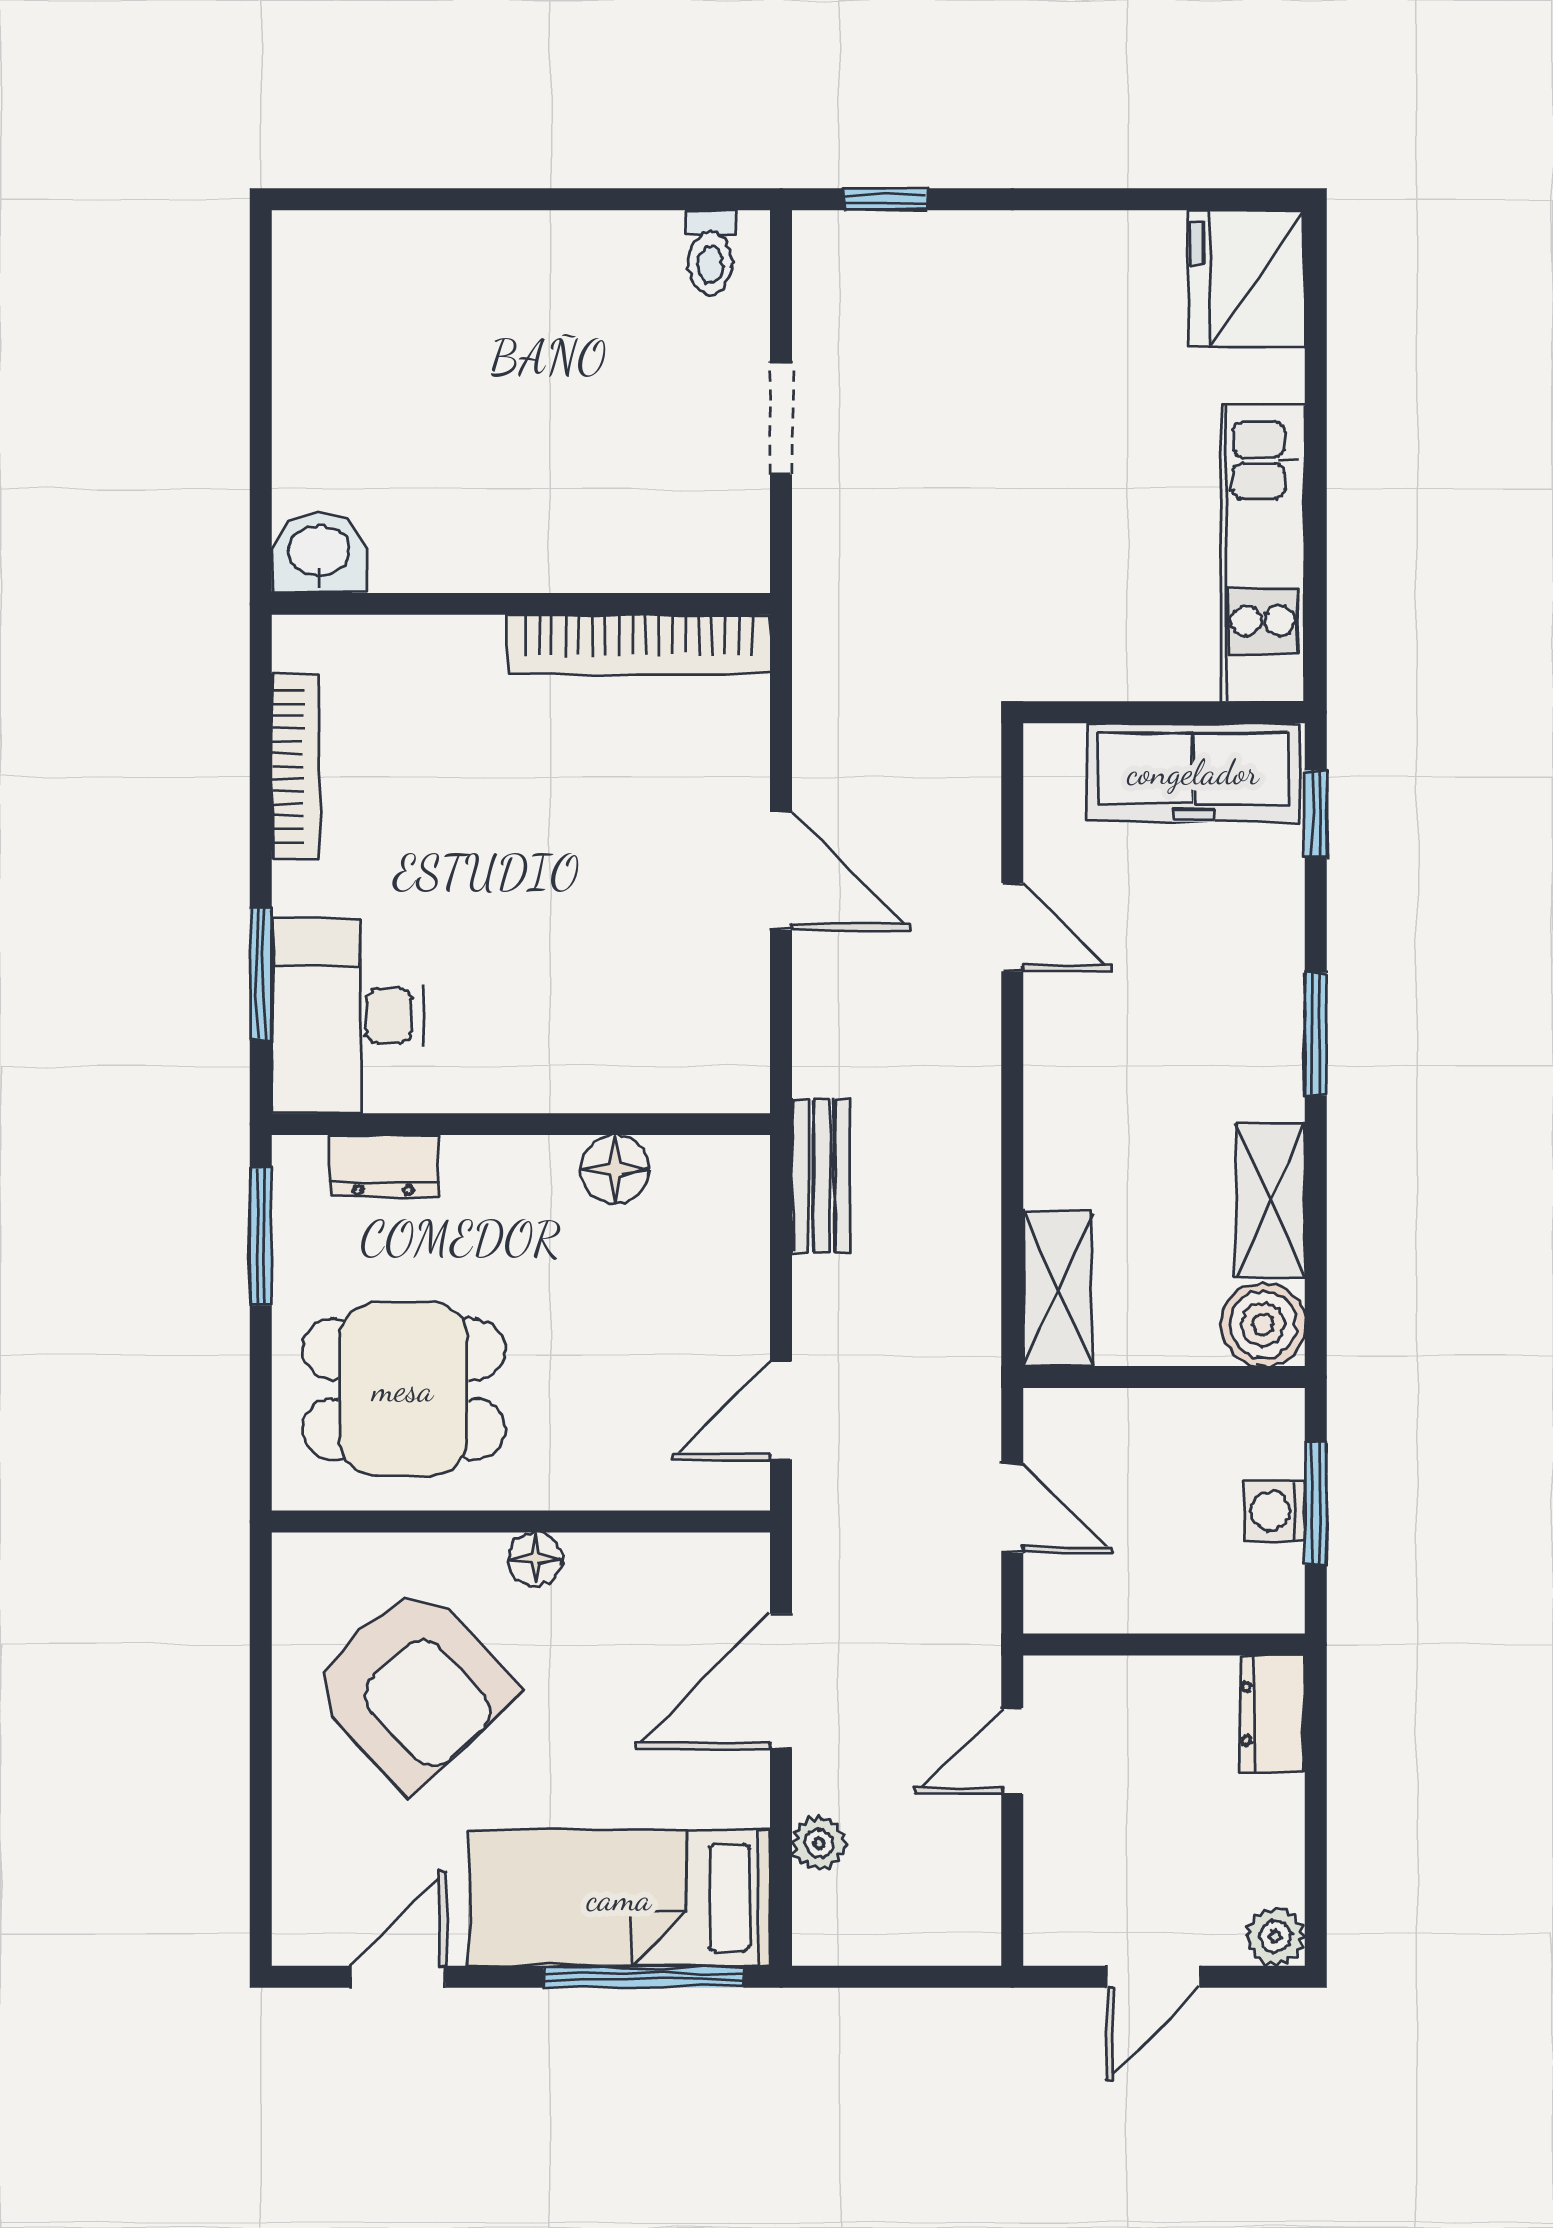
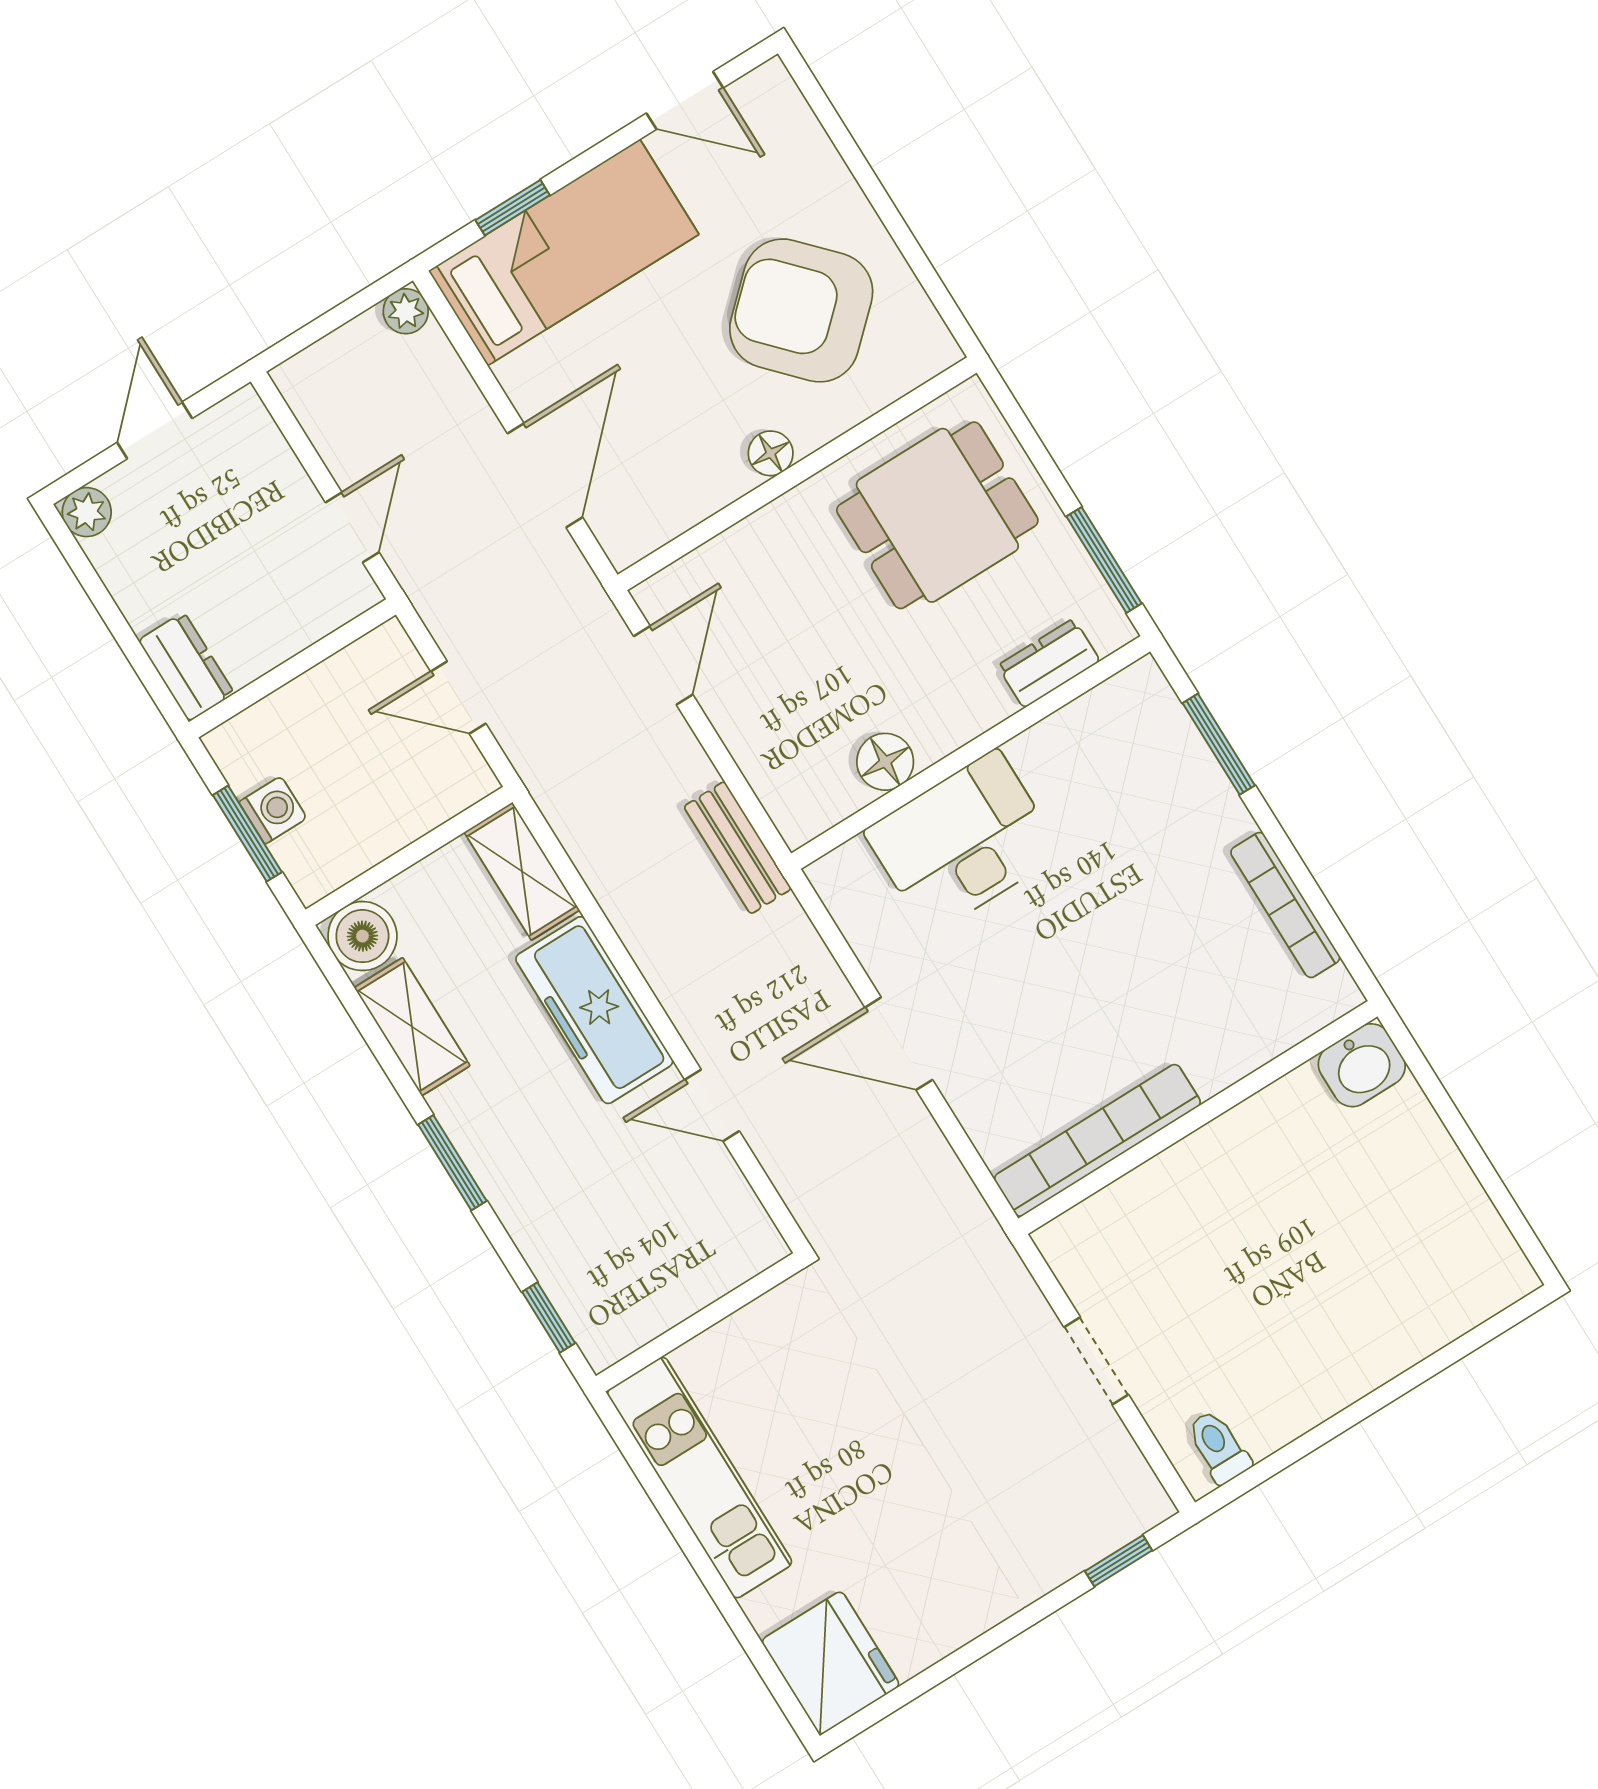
freezer: (1193, 772) -> (594, 1010), moved, turned -90
desk: (348, 1016) -> (963, 842), moved, turned -90
plant: (819, 1843) -> (406, 311), moved
door: (398, 1977) -> (685, 100), hinge flipped
window: (643, 1977) -> (513, 208), width x0.46

